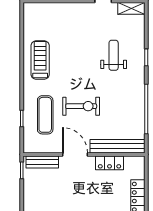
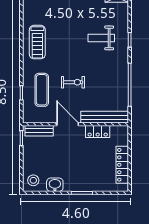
weight bench: (114, 55) -> (101, 38), turned -90
treadmill: (40, 60) -> (37, 42), turned 180
exercise bike: (81, 106) -> (73, 82), width x0.73, depth x0.72

